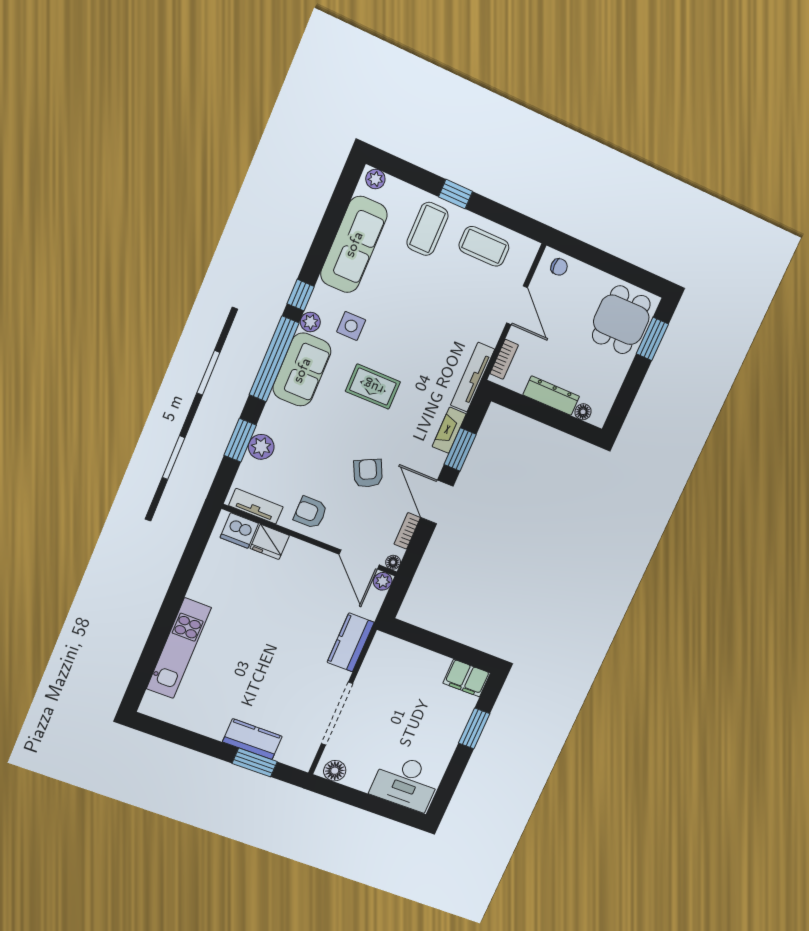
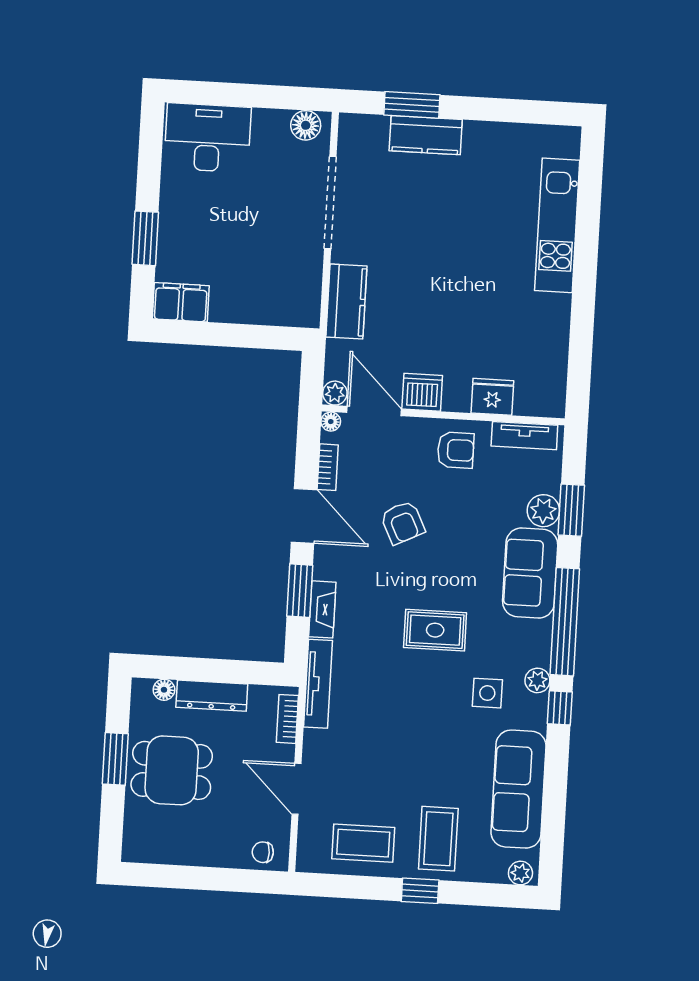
dining table: (621, 320) -> (172, 770), moved, turned 90
window: (652, 339) -> (115, 759), moved
sofa: (302, 370) -> (530, 573), moved
dishwasher: (239, 530) -> (422, 392), moved

